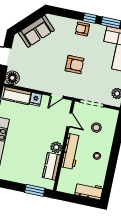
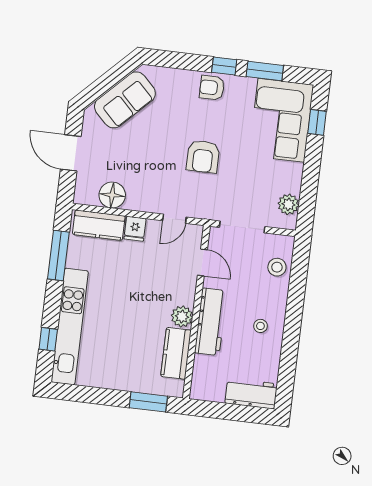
armchair: (75, 65) -> (203, 157), turned 90
floor lamp: (12, 78) -> (112, 195), moved
stool: (96, 128) -> (277, 267), moved

